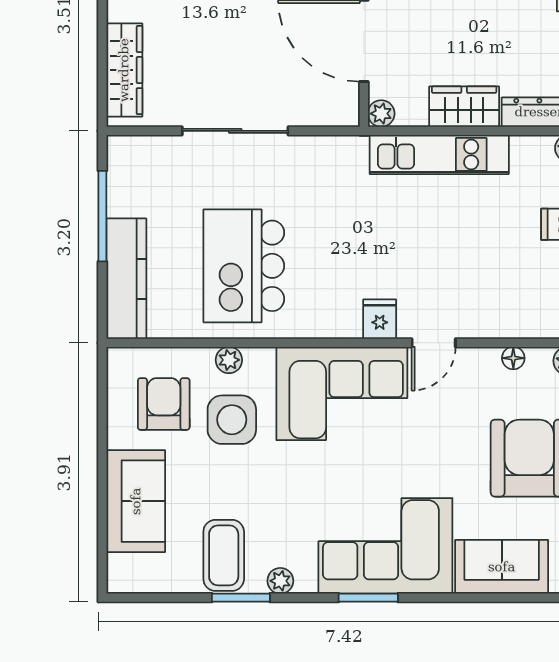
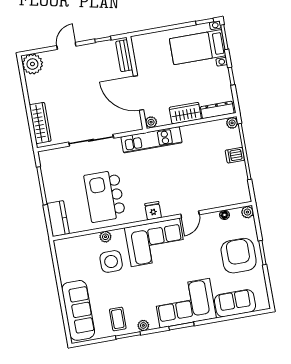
kitchen unit: (439, 154) -> (151, 140), moved
kitchen counter: (126, 279) -> (58, 219), width x0.67
fridge: (380, 319) -> (153, 211), moved
armchair: (164, 404) -> (81, 260), removed
sofa: (136, 501) -> (78, 310), width x1.36
coffee table: (224, 555) -> (118, 319), width x0.73, depth x0.77

